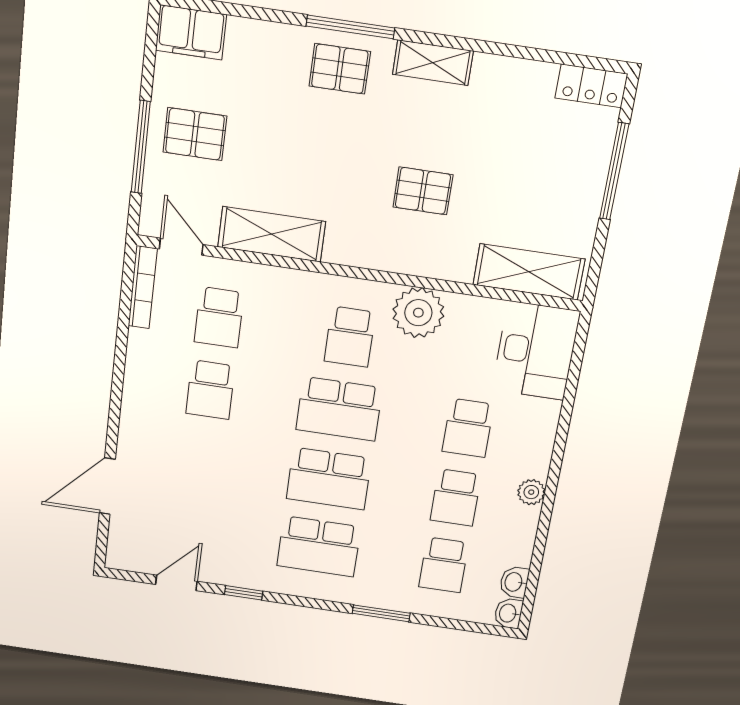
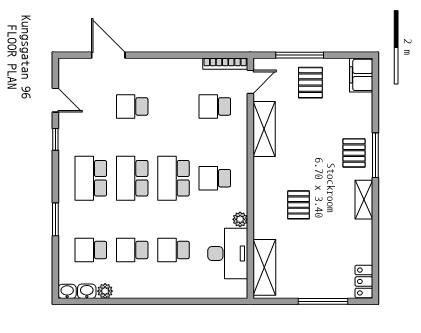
plant: (418, 313) -> (240, 219), width x0.53, depth x0.53
desk: (536, 351) -> (228, 253), moved, turned -90
school desk: (210, 390) -> (132, 106), moved
plant: (531, 492) -> (105, 291), moved

